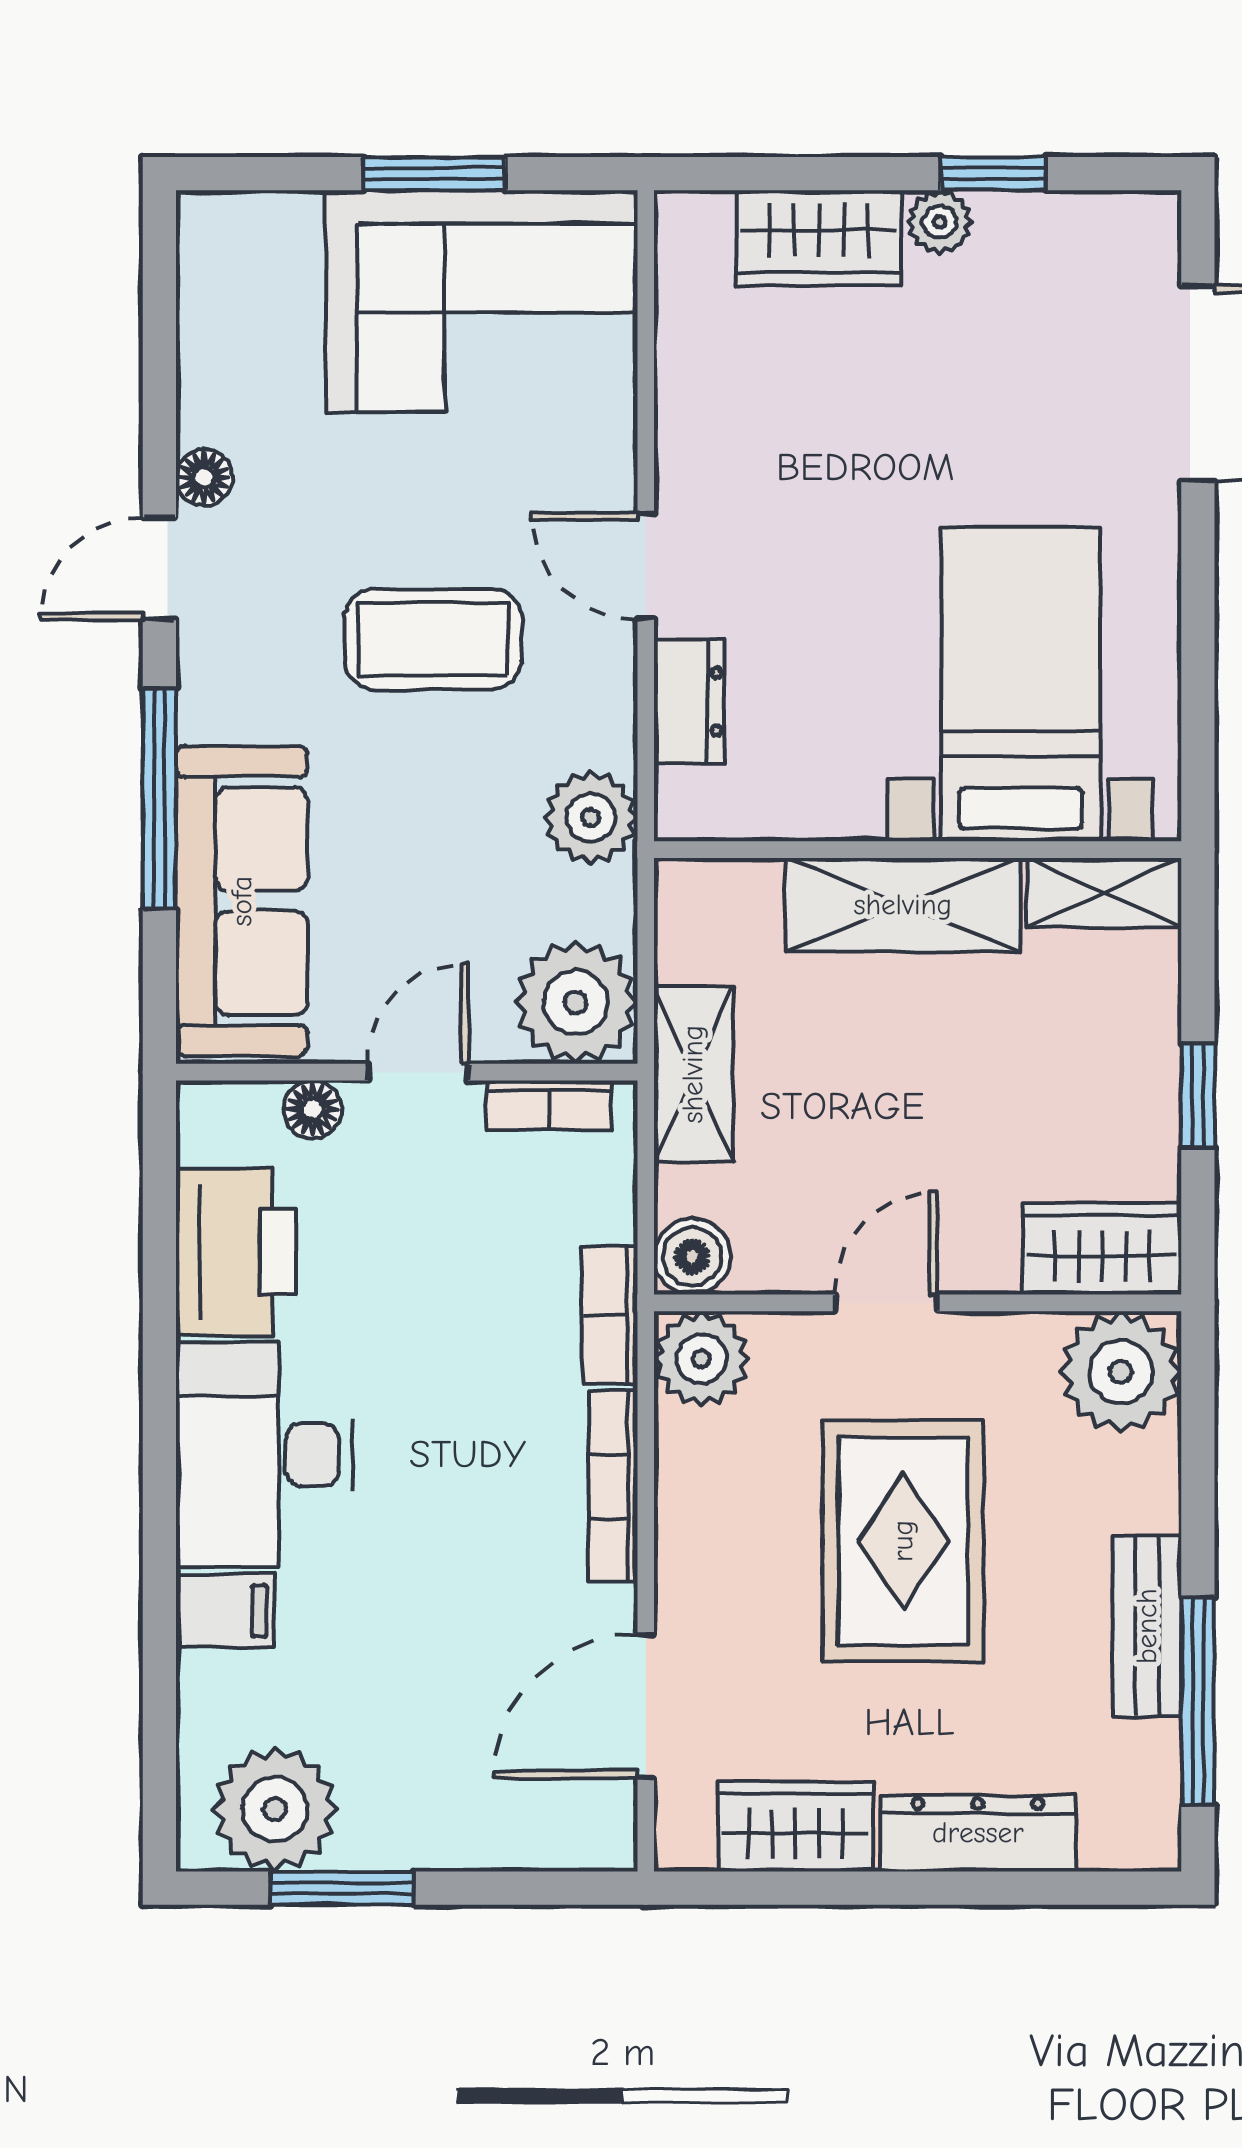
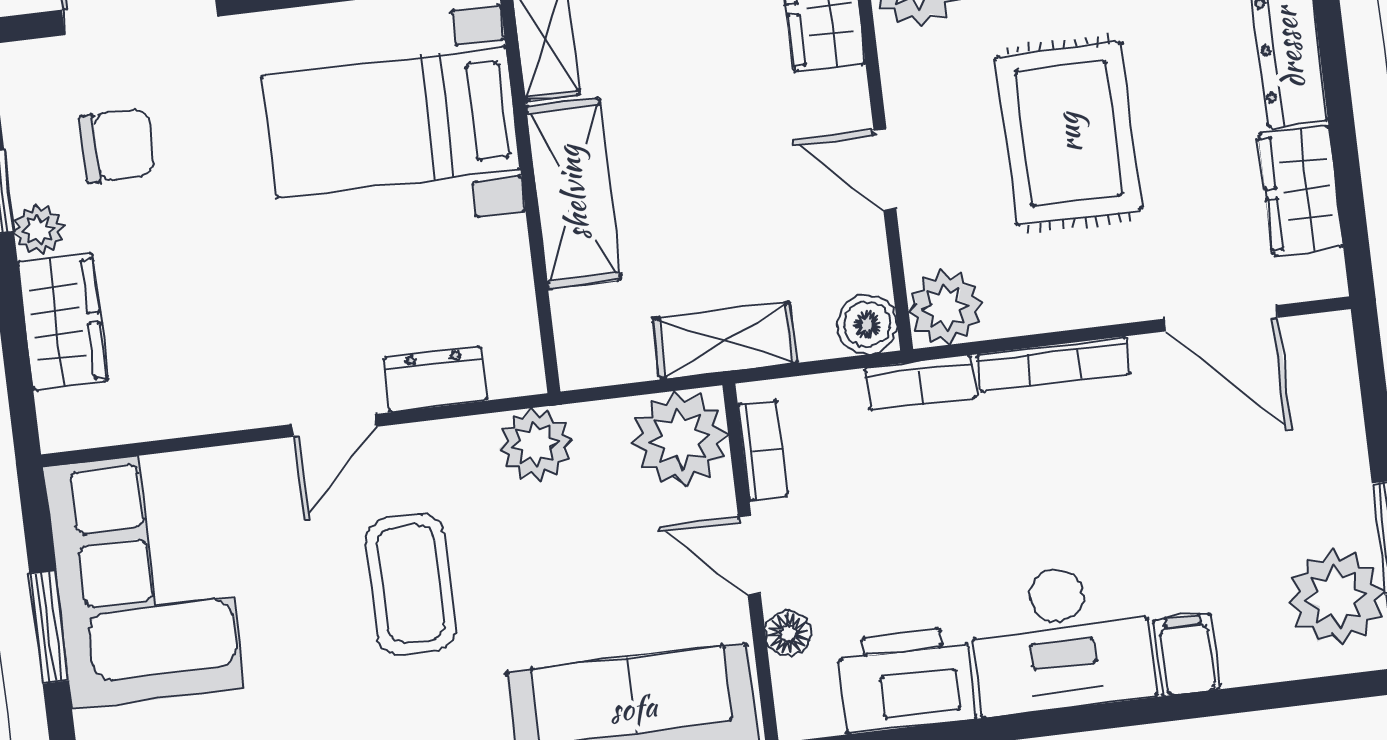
chair: (1034, 334) -> (117, 146), added
rug: (903, 1541) -> (1069, 133), turned 90

